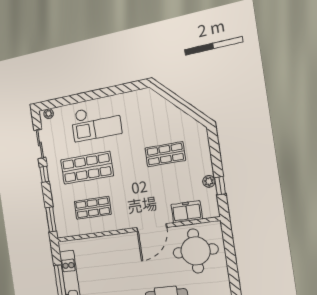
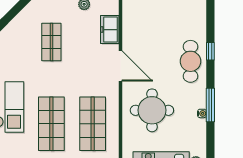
shop shelf: (93, 208) -> (93, 124), width x1.43, depth x1.36
round table: (196, 251) -> (152, 110), moved

